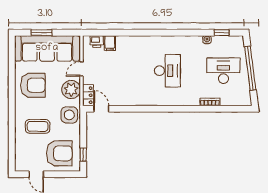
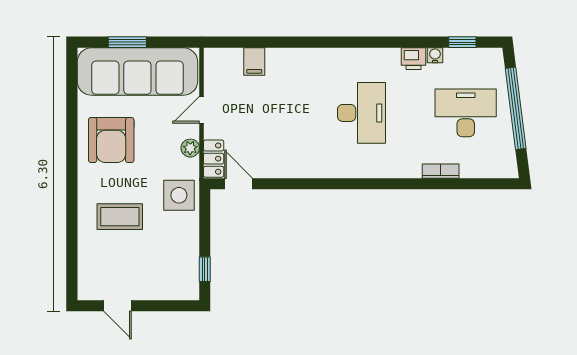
printer: (97, 41) -> (413, 59), moved
armchair: (33, 85) -> (111, 140), turned 90
plant: (71, 90) -> (190, 148), width x0.53, depth x0.53
armchair: (59, 153) -> (160, 267), removed

